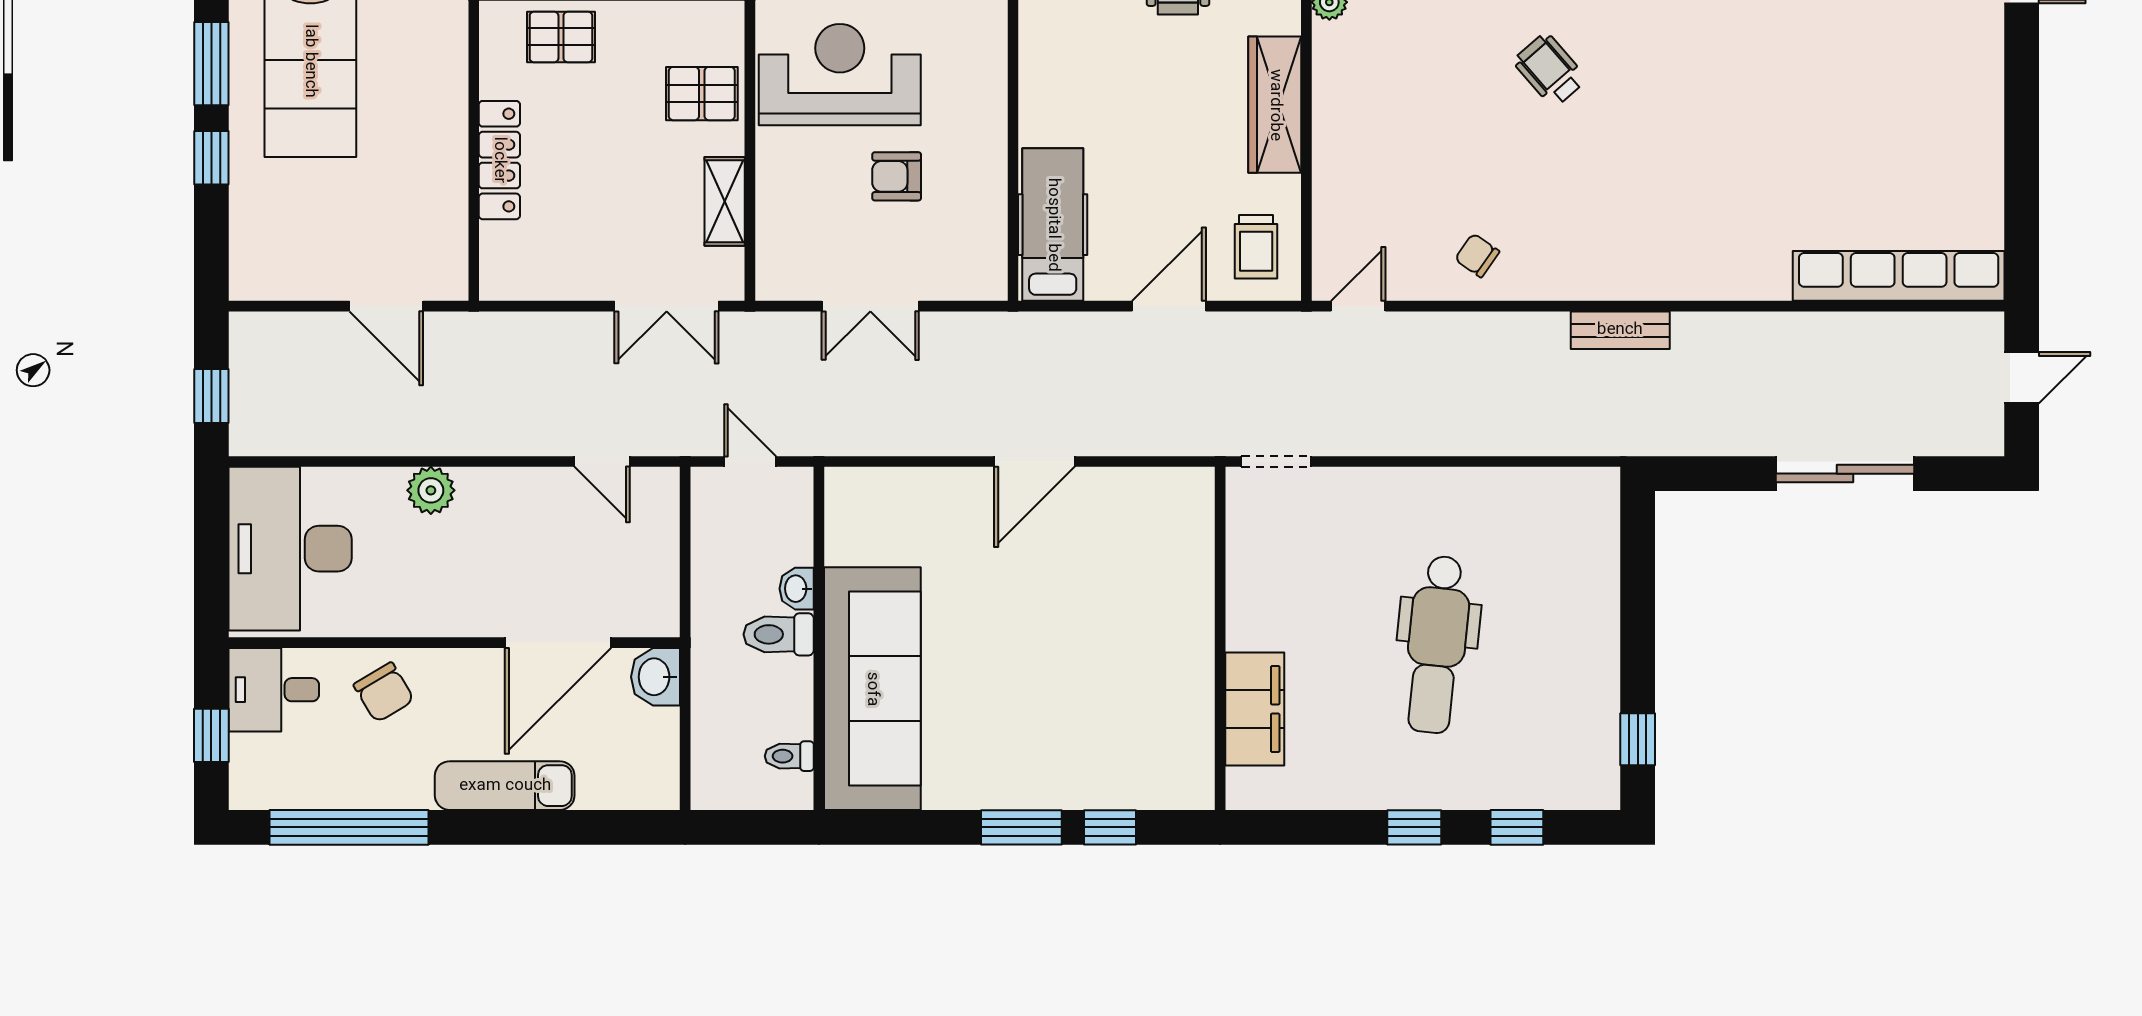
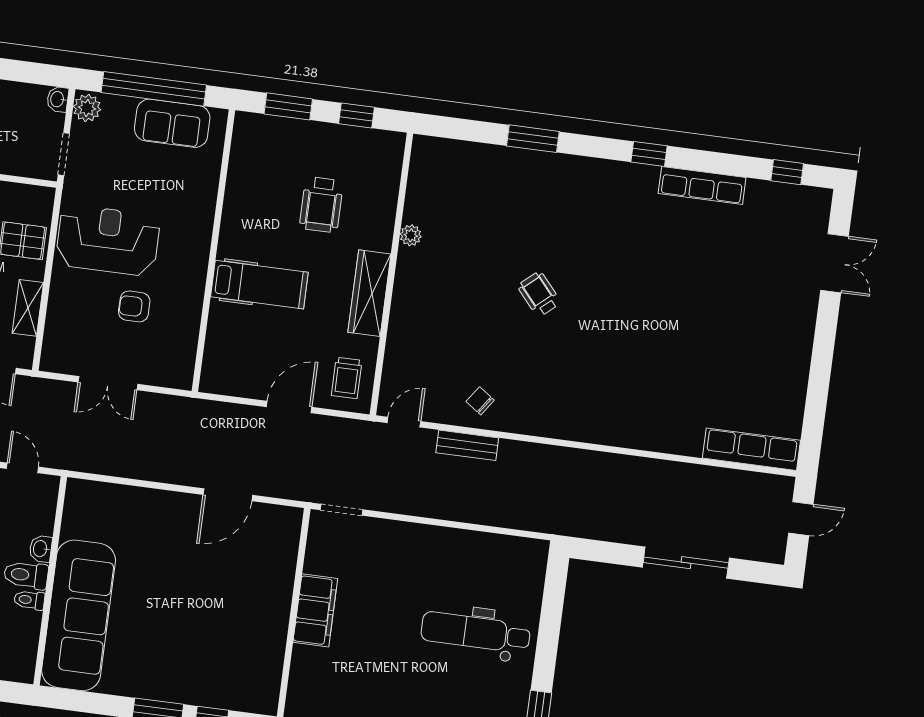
hospital bed: (1053, 225) -> (259, 285), moved, turned 90
row of seats: (1899, 276) -> (751, 449), width x0.73
bench: (1620, 330) -> (467, 445), moved
door: (1034, 461) -> (228, 495), moved
dental chair: (1437, 645) -> (476, 632), moved, turned 84
filing cabinet: (1255, 709) -> (315, 610), moved
toilet: (789, 756) -> (29, 600), moved

